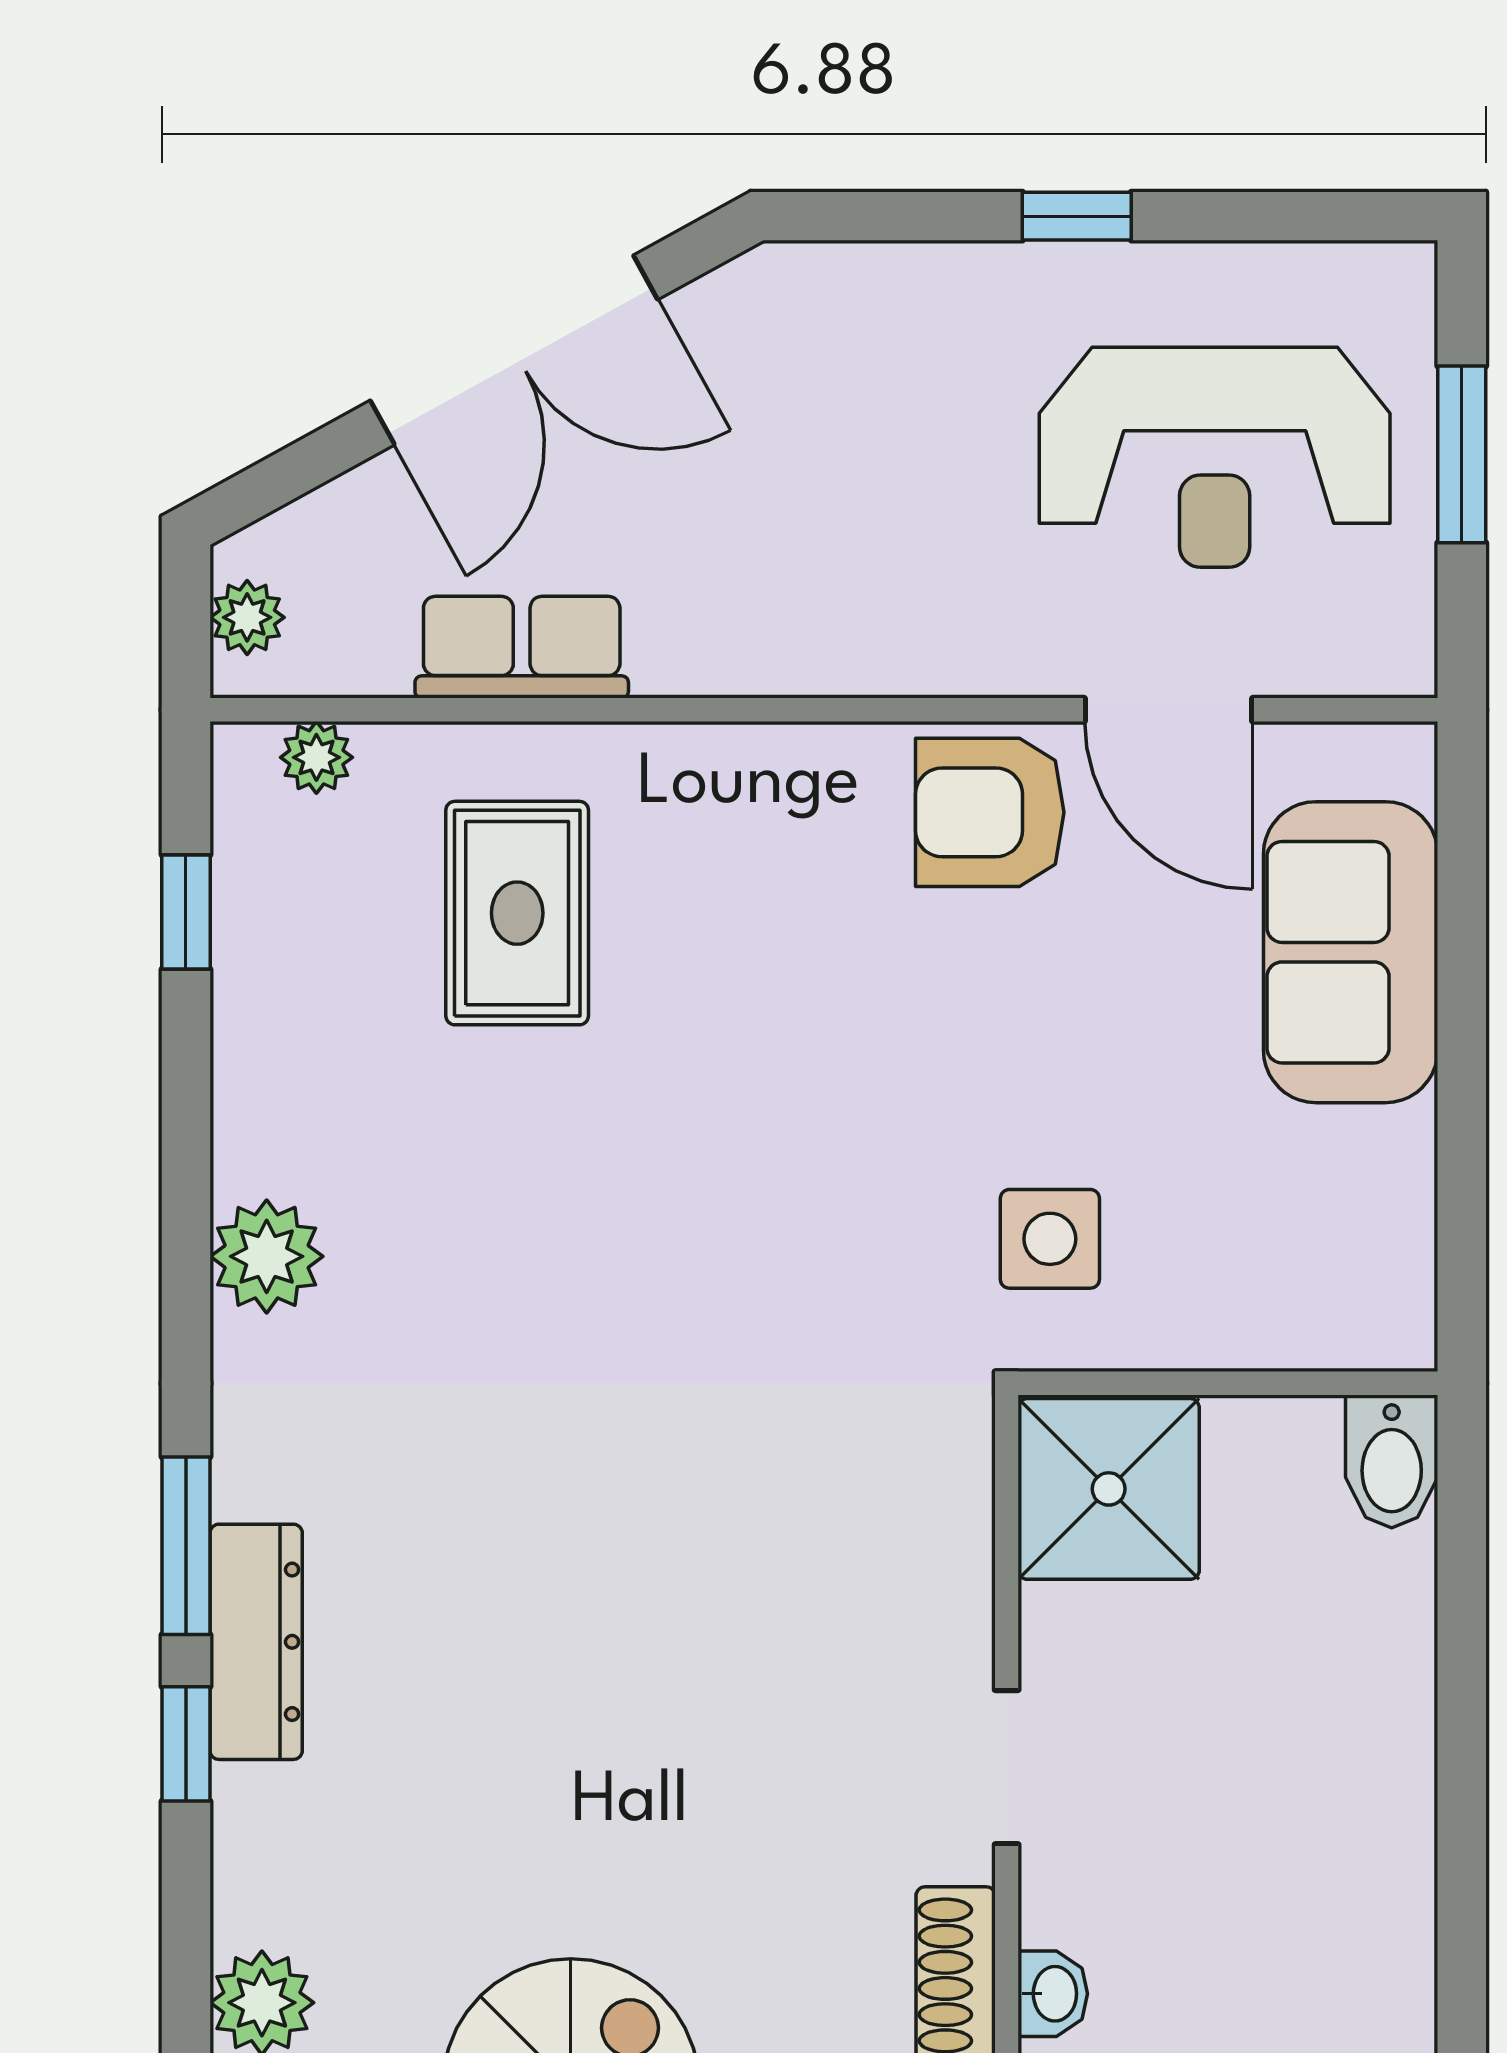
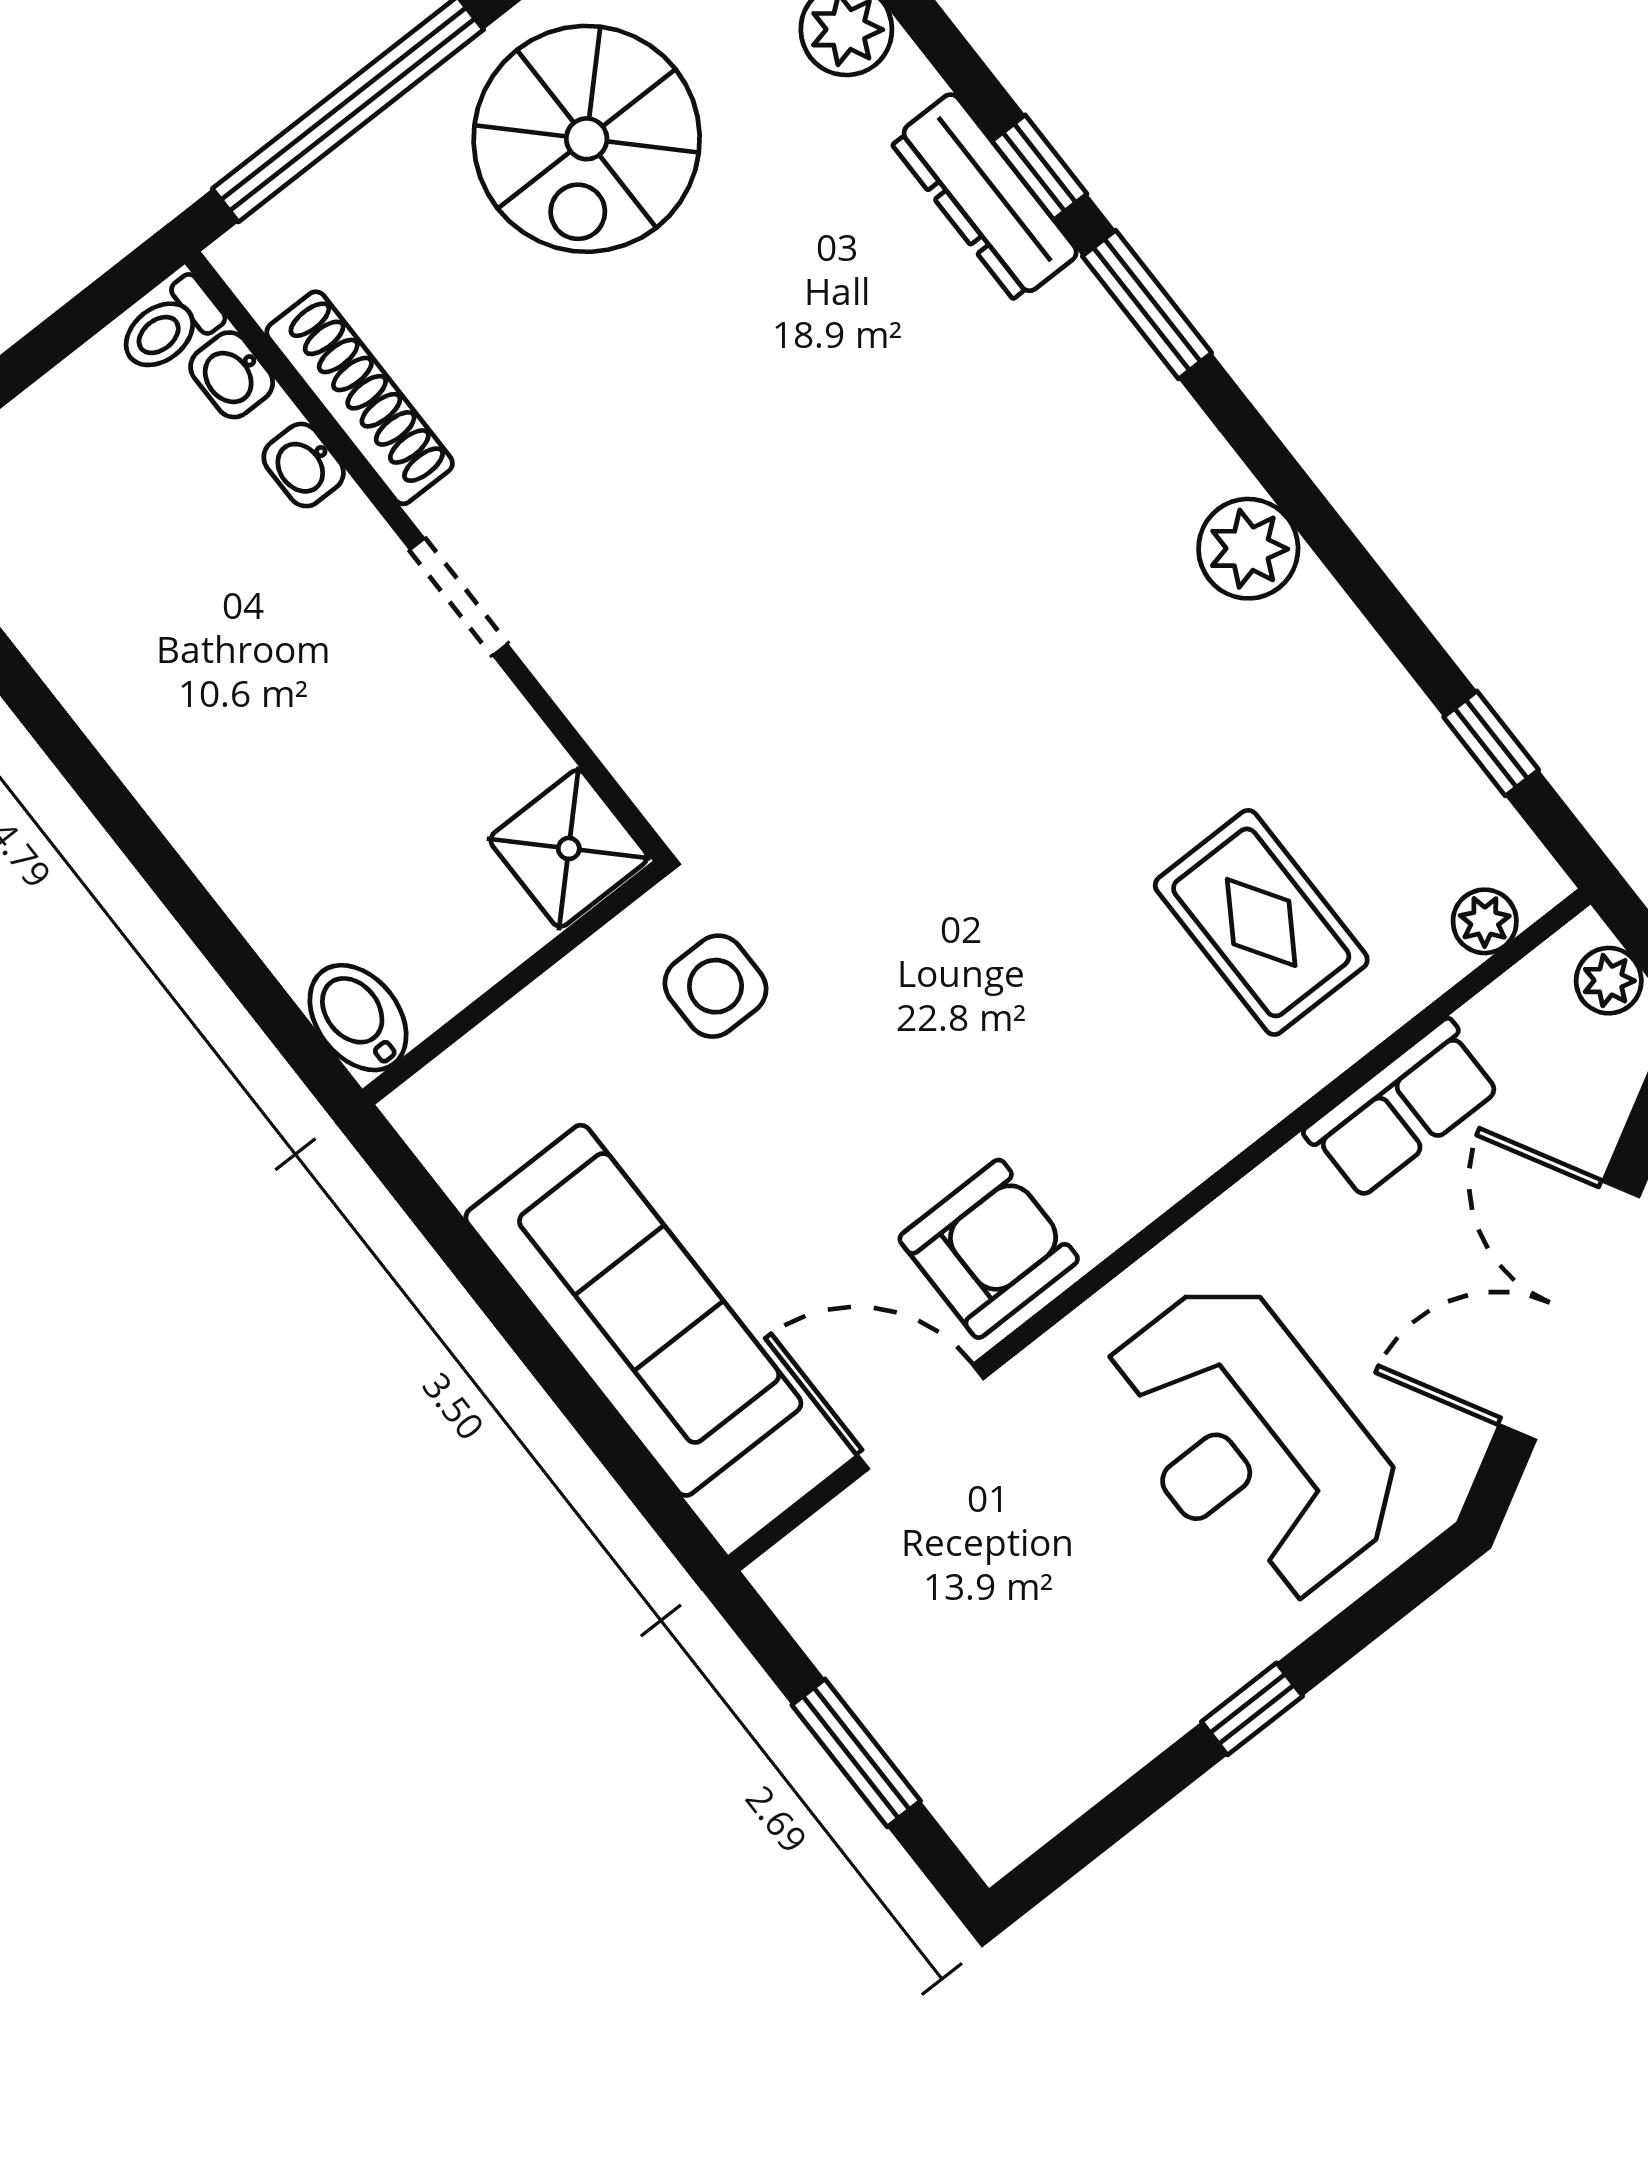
reception desk: (1215, 457) -> (1250, 1442), moved, turned -90
sofa: (1351, 952) -> (633, 1310), width x1.36
shower: (1109, 1489) -> (569, 848), width x0.73, depth x0.73
dresser: (256, 1642) -> (984, 197), moved

